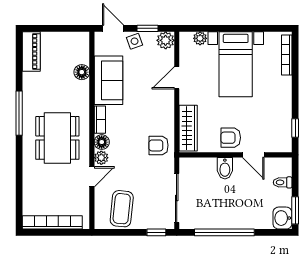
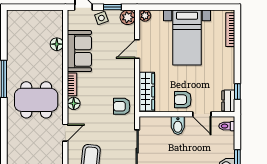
plant: (200, 38) -> (145, 16), moved
piano: (31, 51) -> (14, 27), removed
dining table: (57, 138) -> (36, 100), turned 90
dresser: (284, 139) -> (228, 101), added
plant: (101, 158) -> (73, 117), removed
toilet: (283, 182) -> (227, 126), moved

